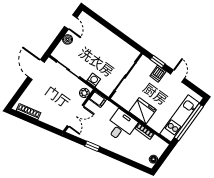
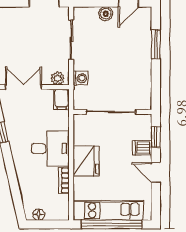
window: (105, 24) -> (156, 44), added
door: (178, 76) -> (156, 173), swing flipped
double door: (75, 116) -> (23, 87), swing flipped

